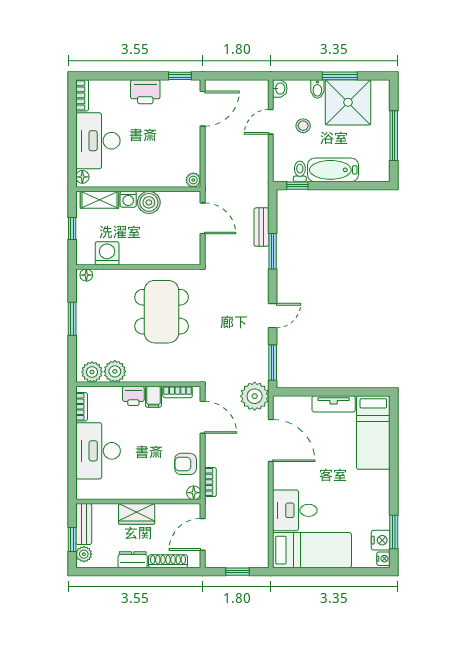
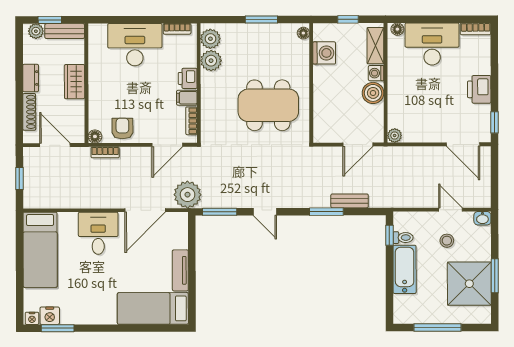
bidet: (317, 89) -> (482, 254), removed
desk: (295, 510) -> (98, 233), moved

